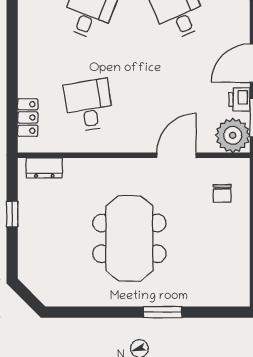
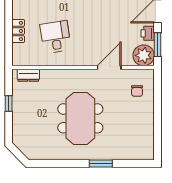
locker: (28, 118) -> (18, 31), moved

